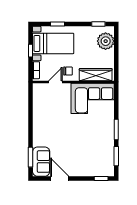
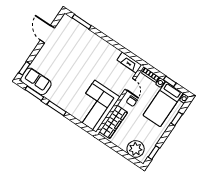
fireplace: (38, 95) -> (129, 63), added
sofa: (41, 162) -> (36, 81), moved, turned 180
door: (60, 178) -> (48, 34), swing flipped

